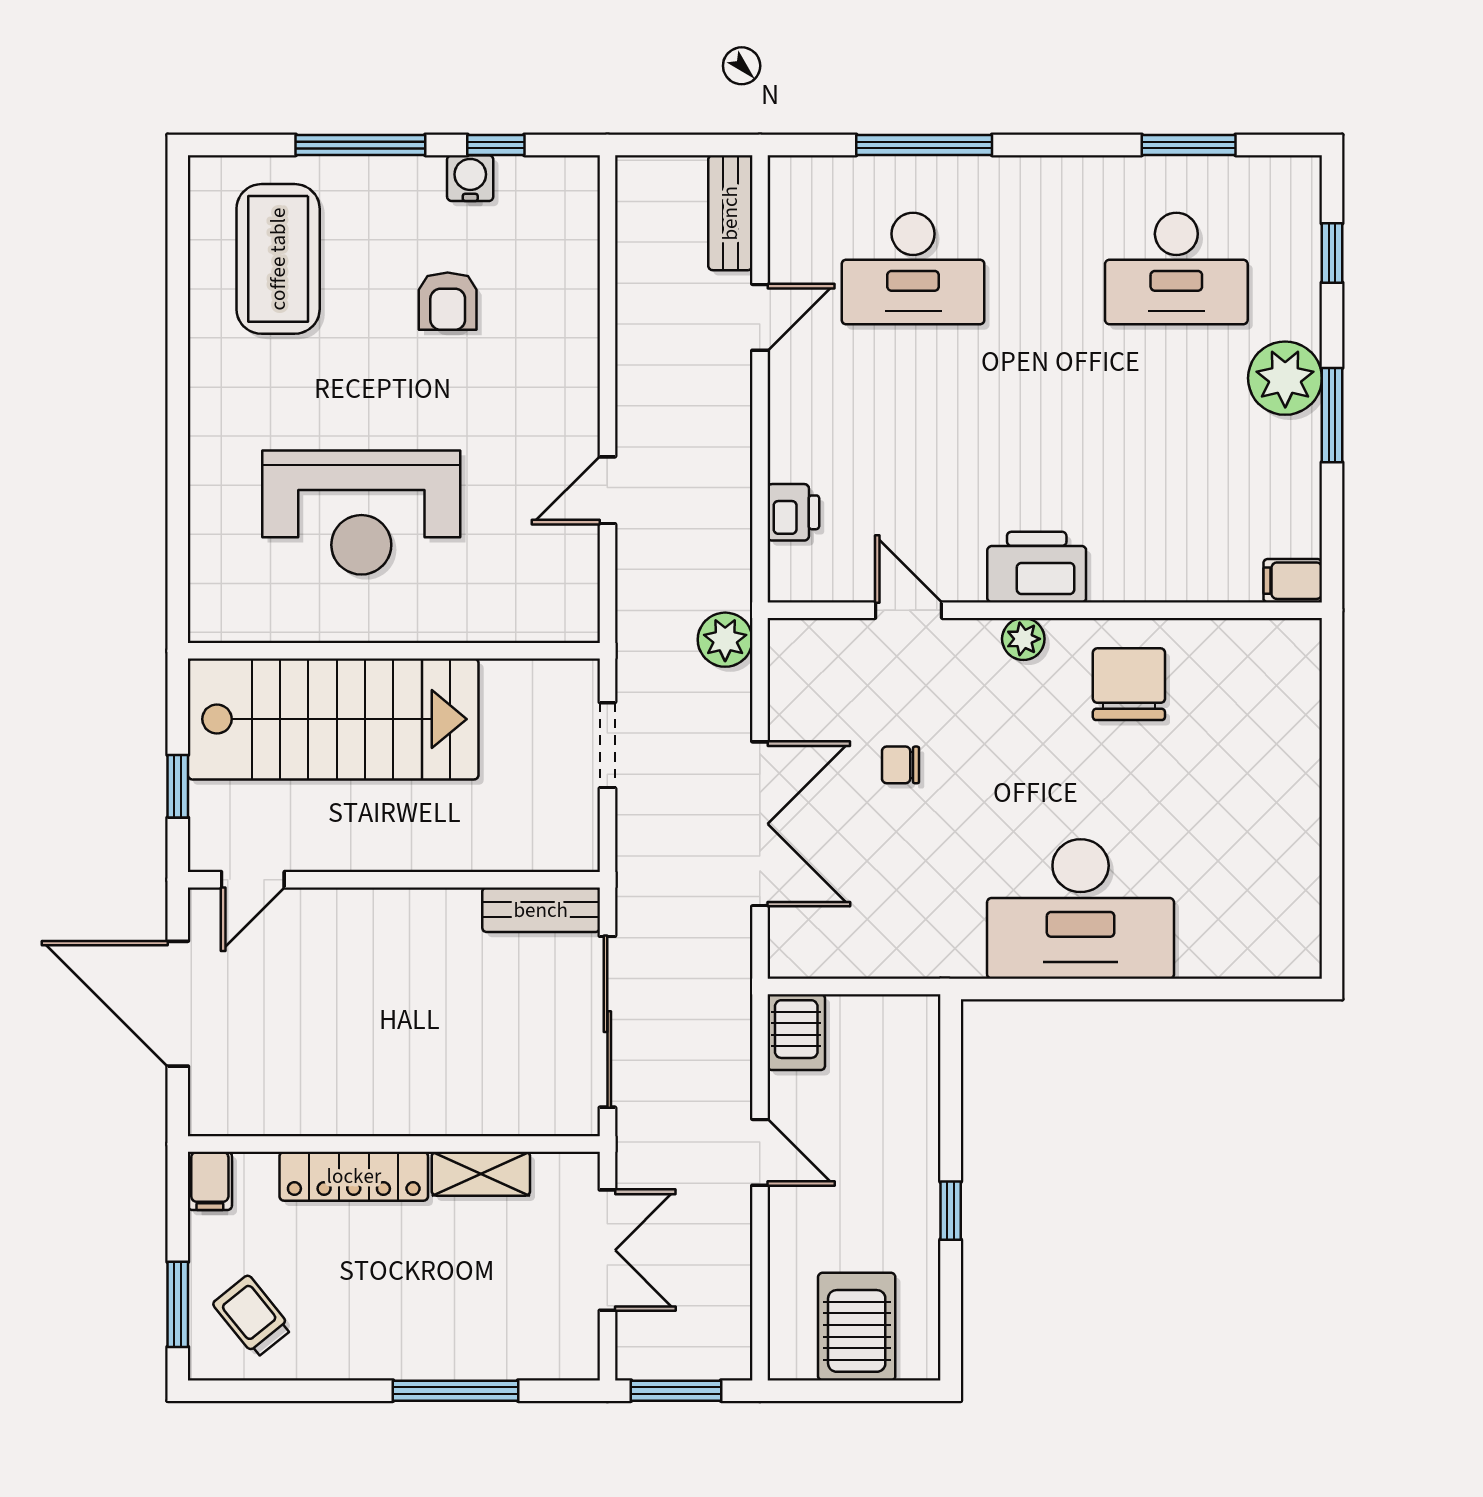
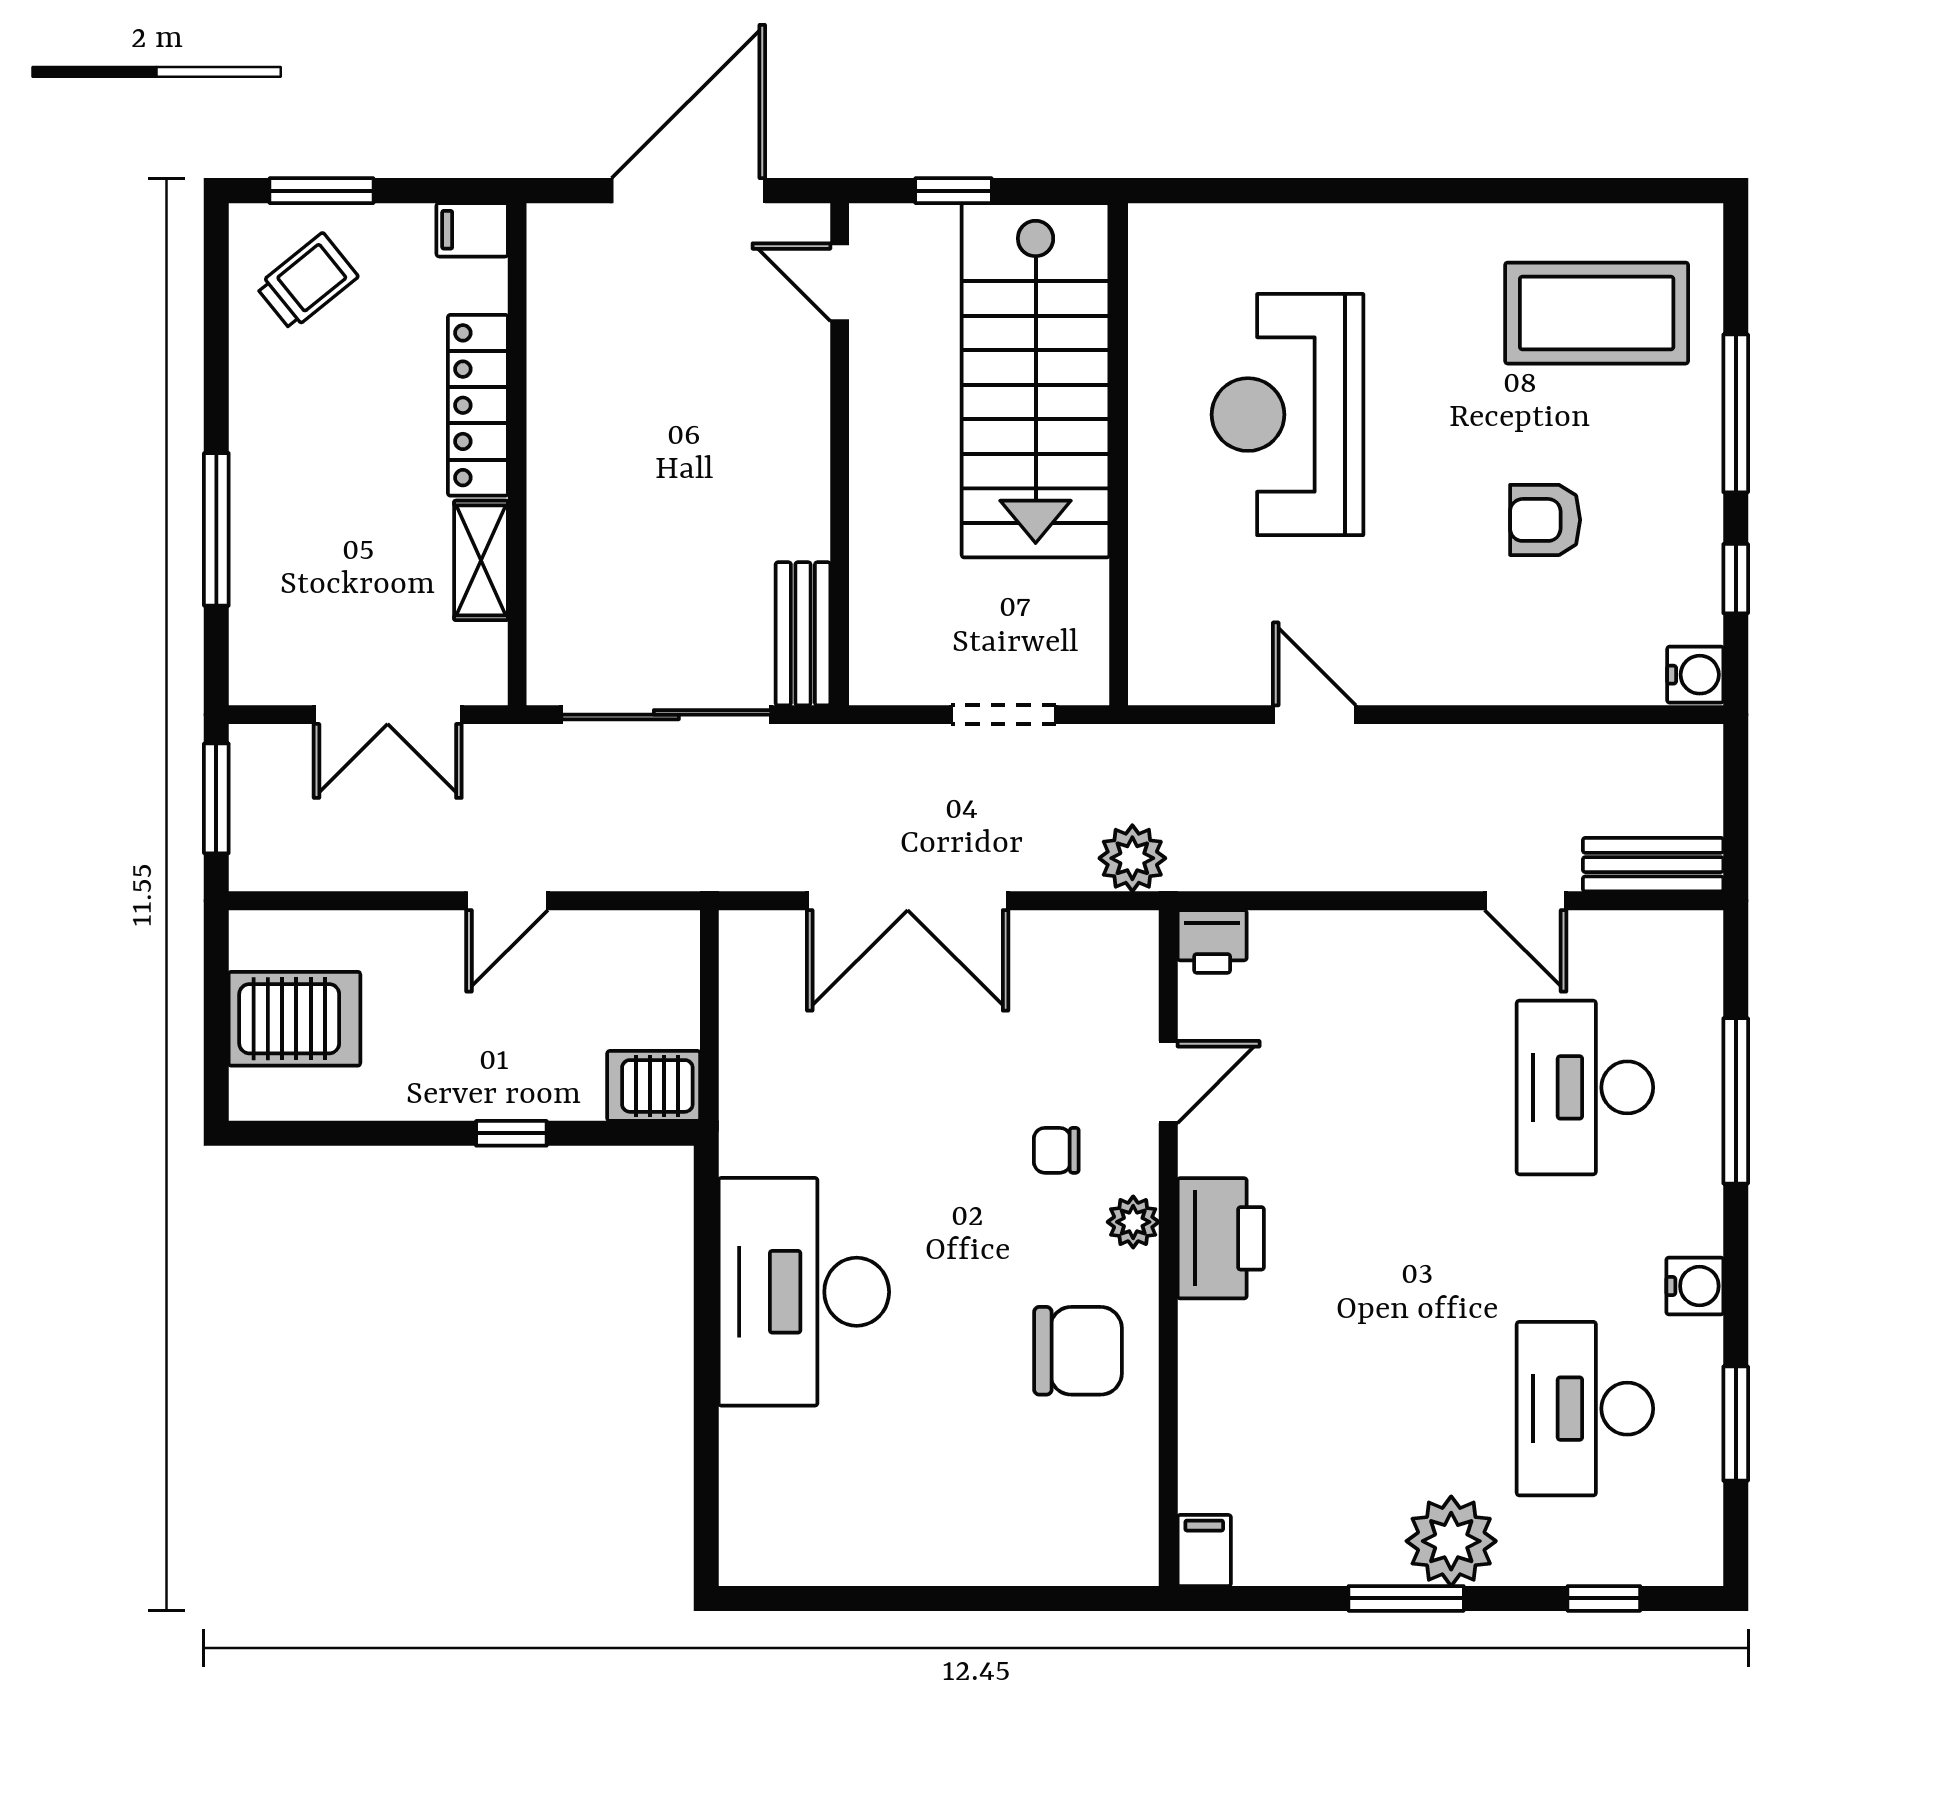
water cooler: (470, 178) -> (1695, 675), moved
water cooler: (1076, 178) -> (1695, 1286), added
printer: (793, 512) -> (1212, 941), moved
chair: (901, 765) -> (1056, 1150), moved, turned -90
server rack: (796, 1032) -> (654, 1086), moved
window: (951, 1211) -> (511, 1133), moved

